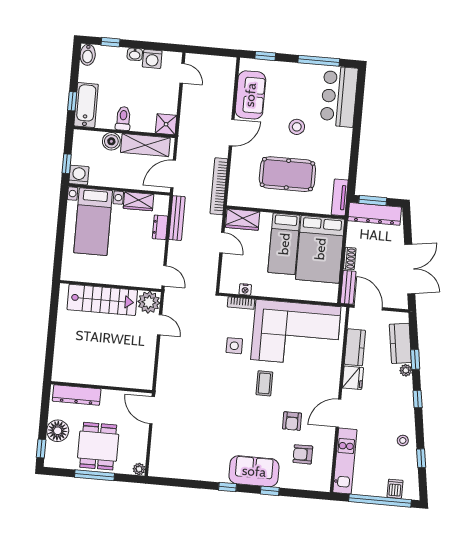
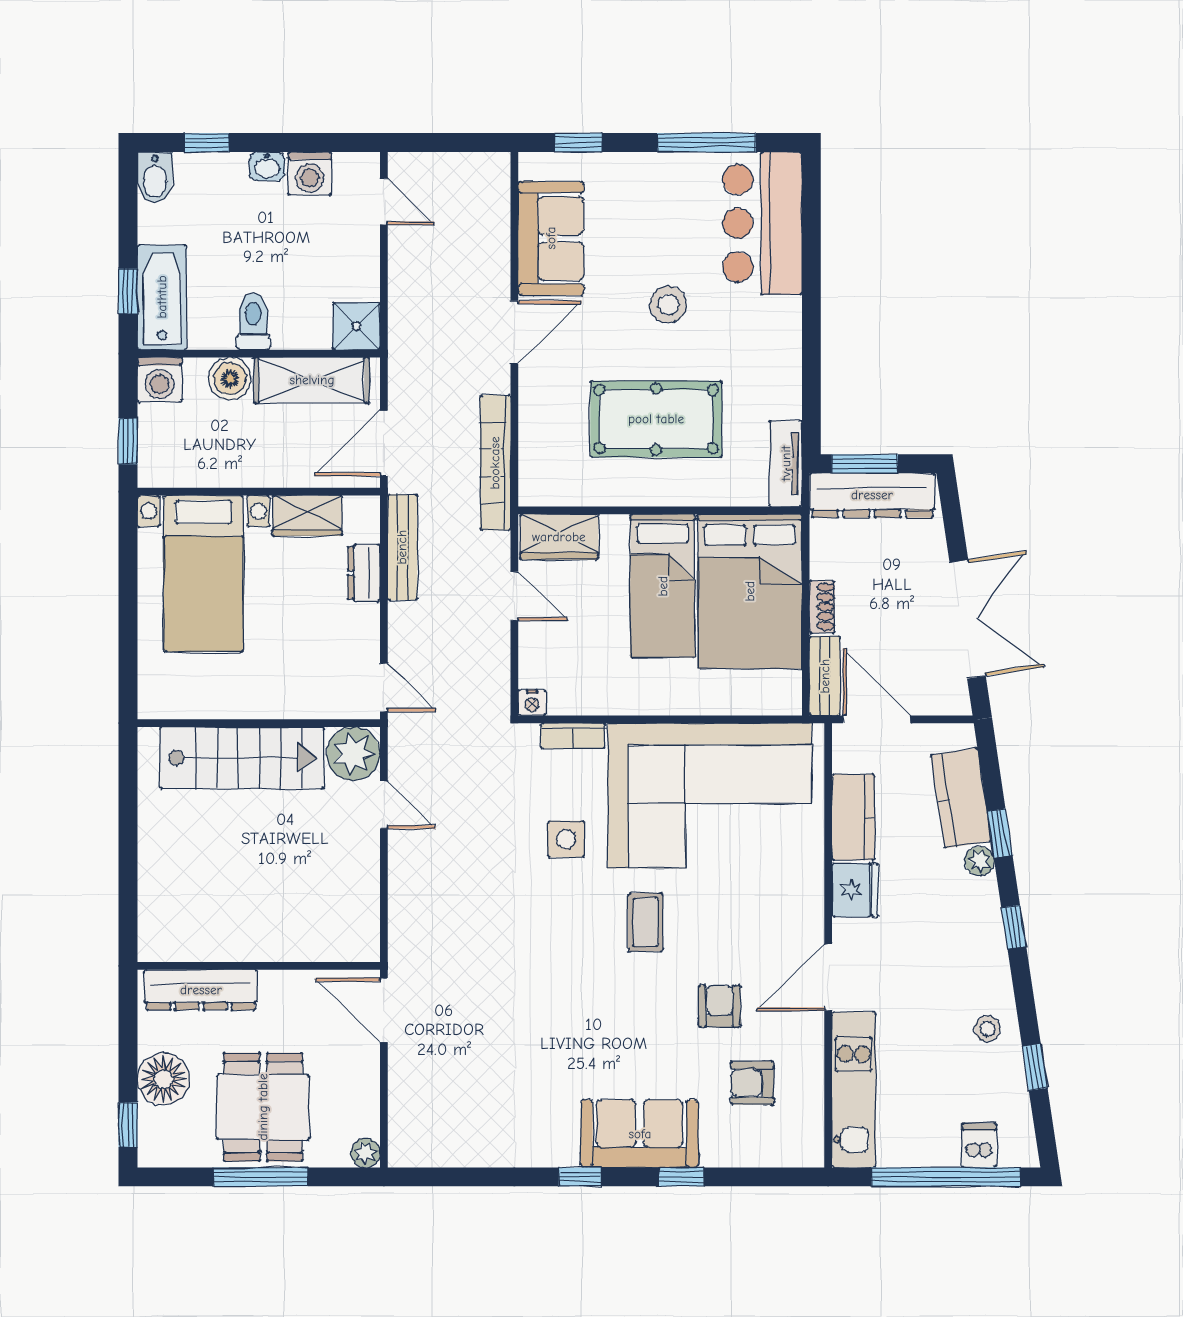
washing machine: (79, 175) -> (160, 380), moved, turned 180
nightstand: (245, 289) -> (532, 703), moved
armchair: (292, 421) -> (719, 1006), turned 180

